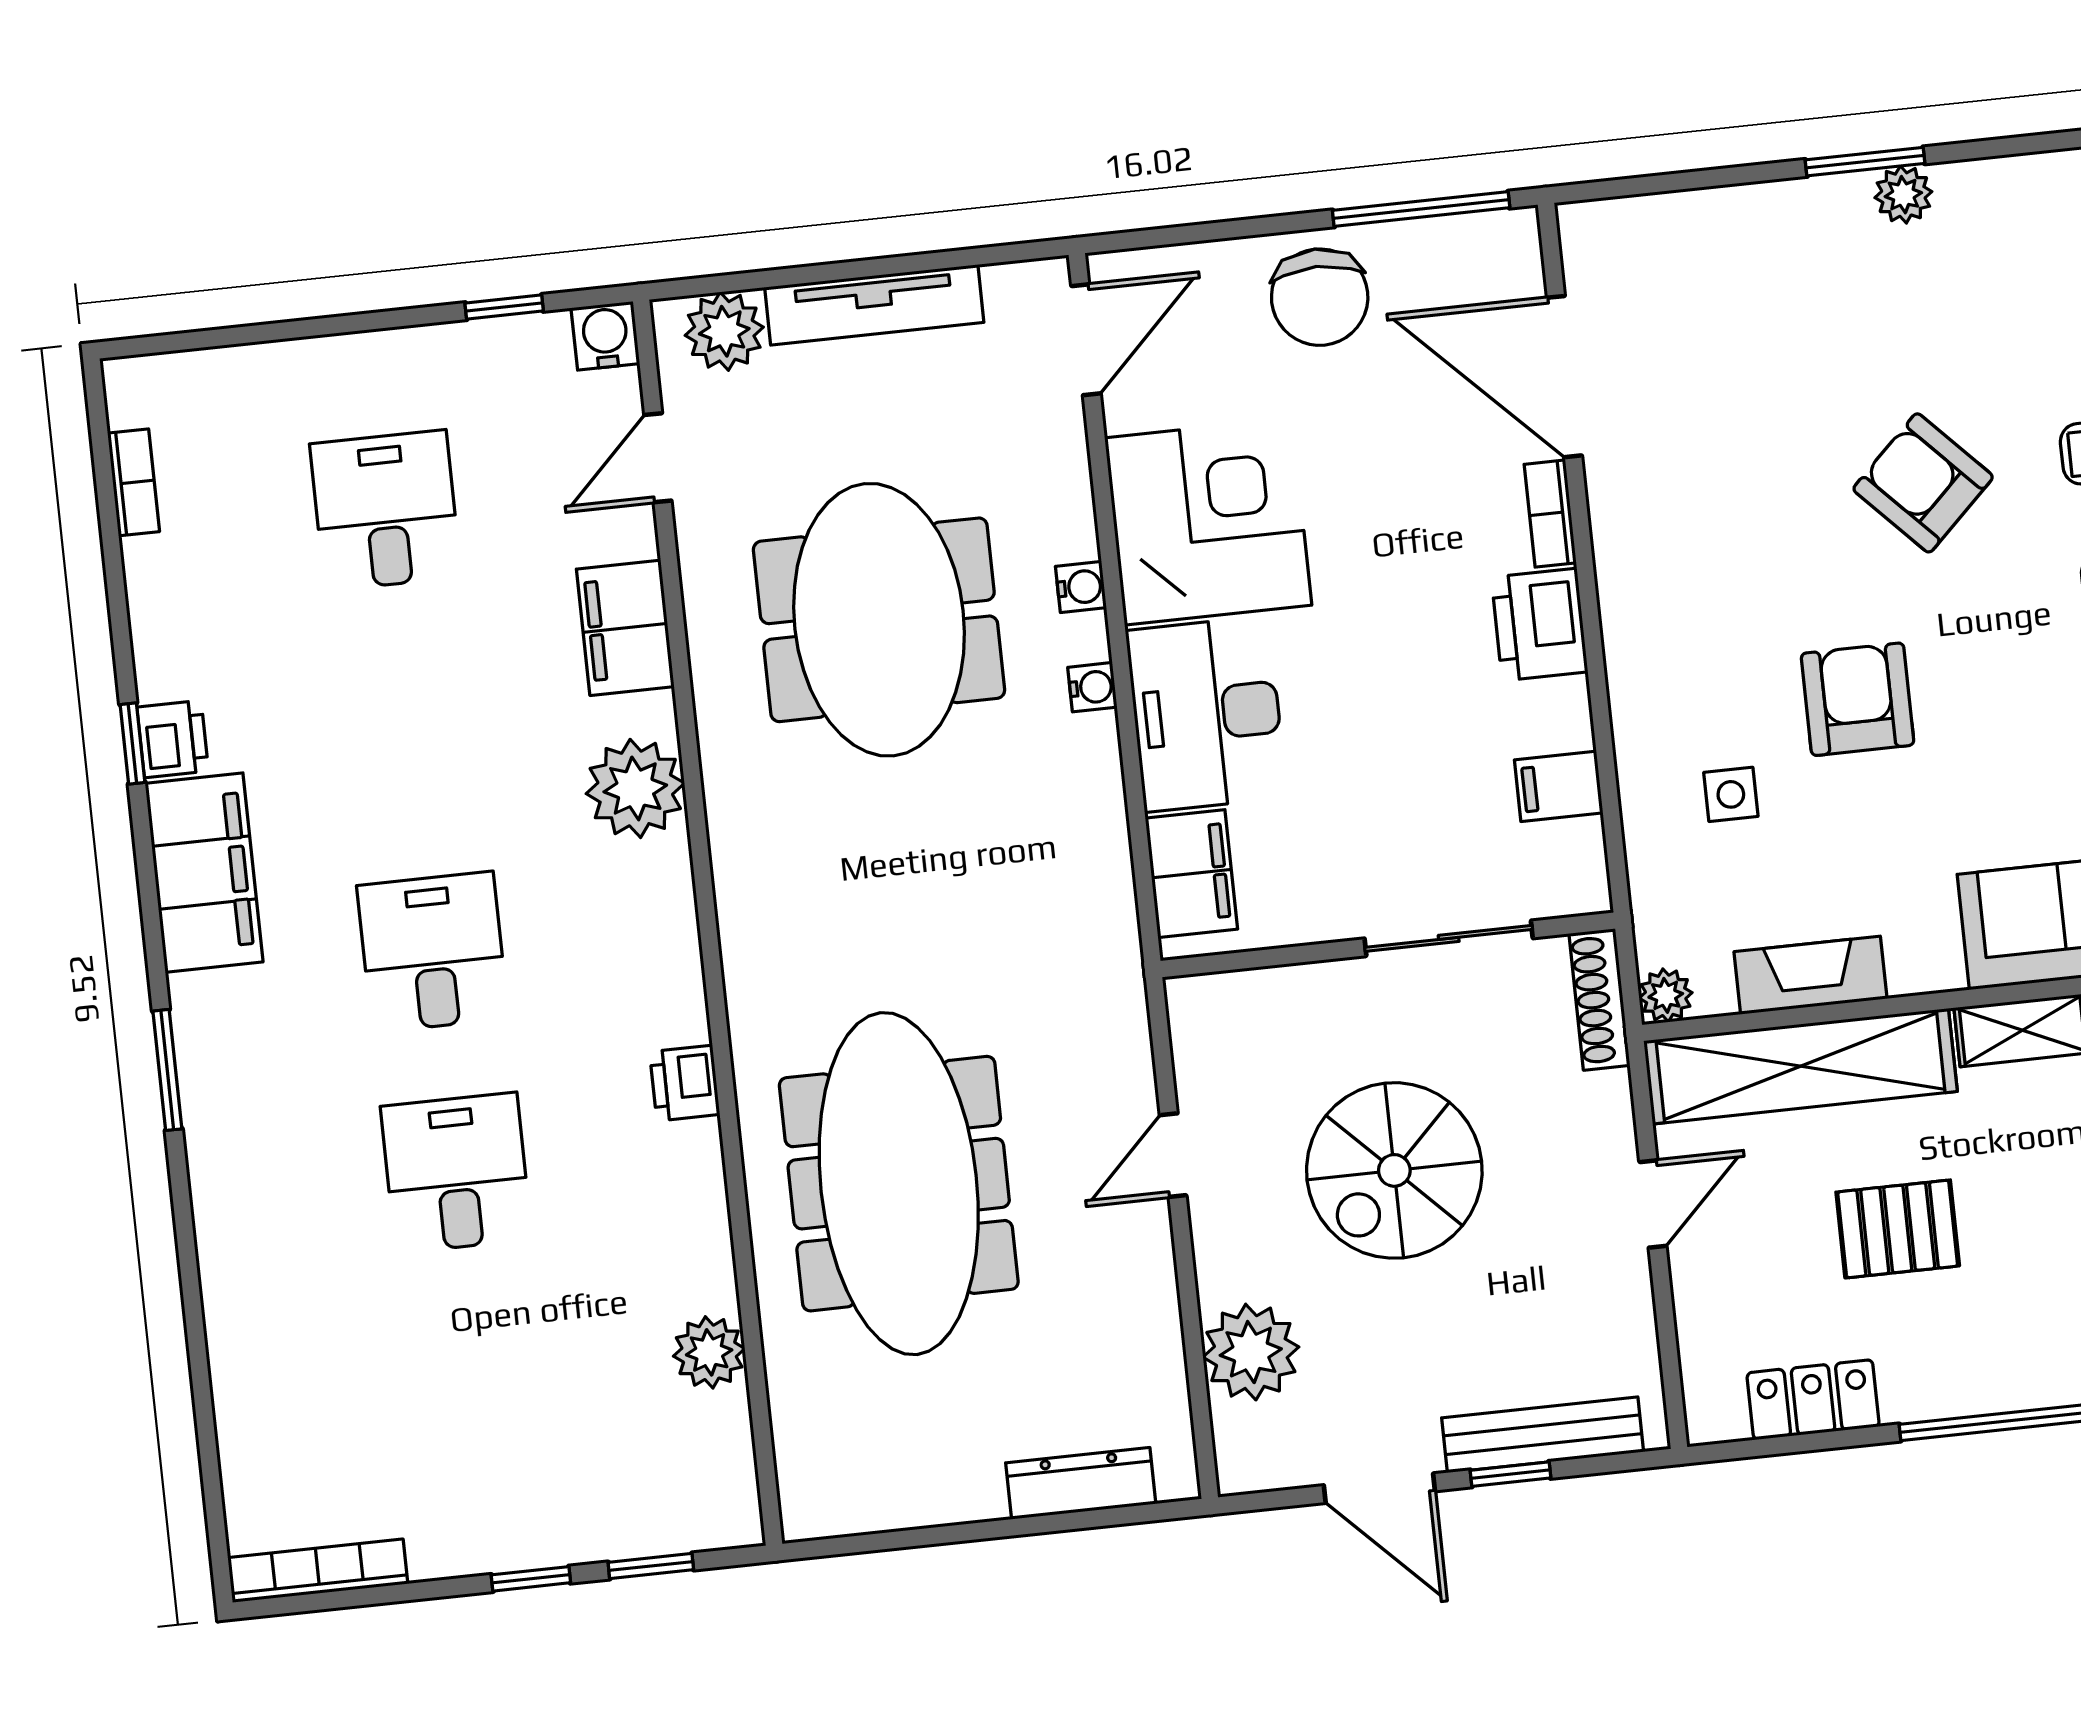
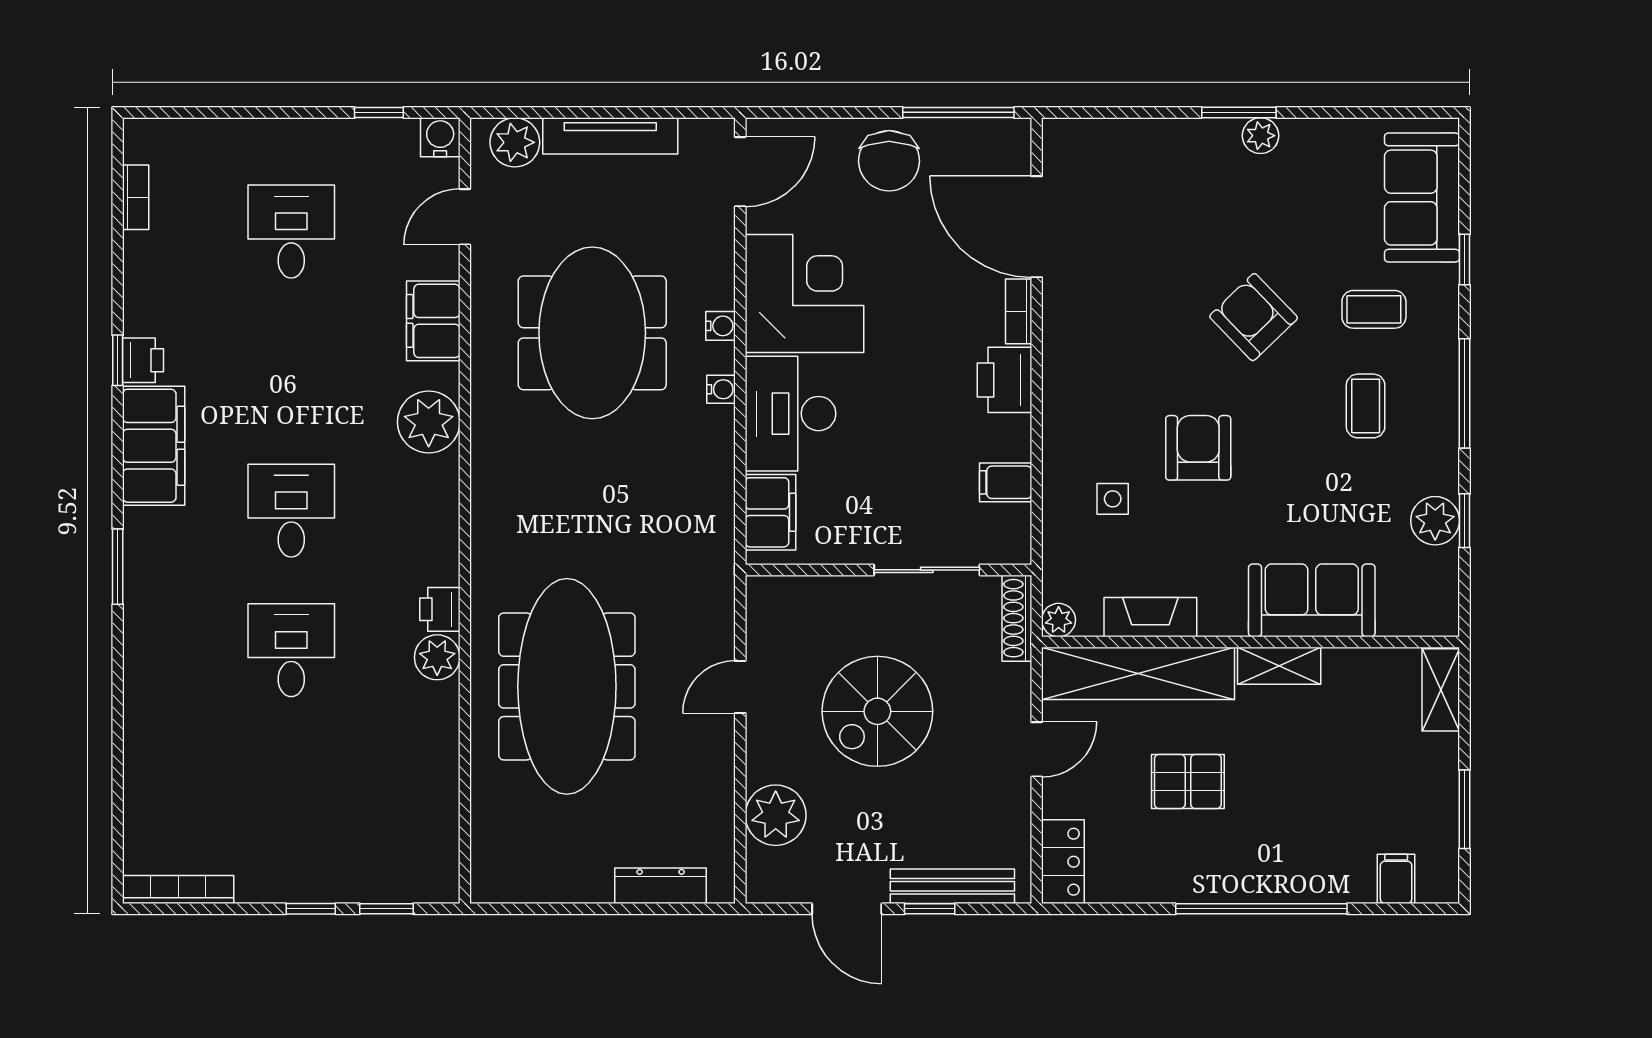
plant: (709, 1352) -> (437, 657), moved
locker: (1813, 1400) -> (1063, 862), moved, turned 90

